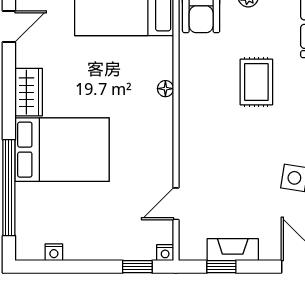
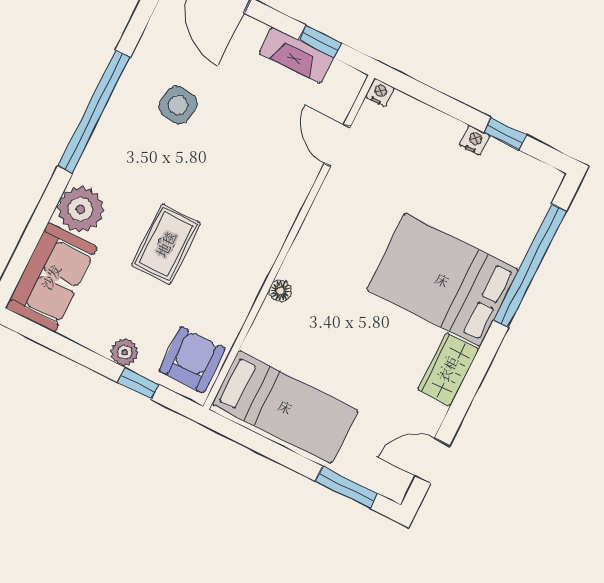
door: (176, 204) -> (337, 145), swing flipped
nightstand: (54, 252) -> (475, 140), moved
window: (137, 267) -> (505, 134), moved

